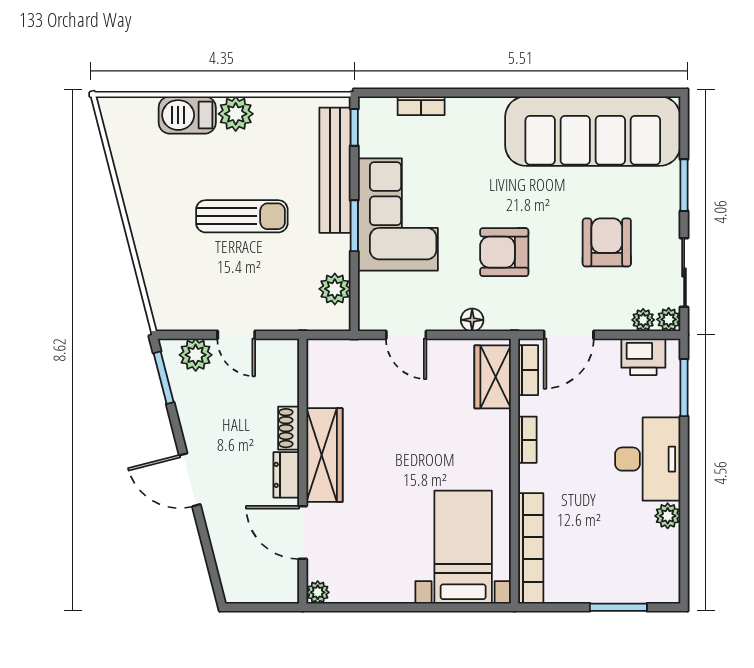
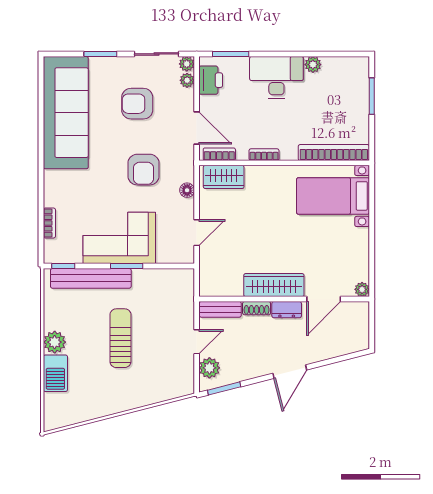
plant: (335, 289) -> (167, 278), removed
bench: (287, 372) -> (220, 309), added

